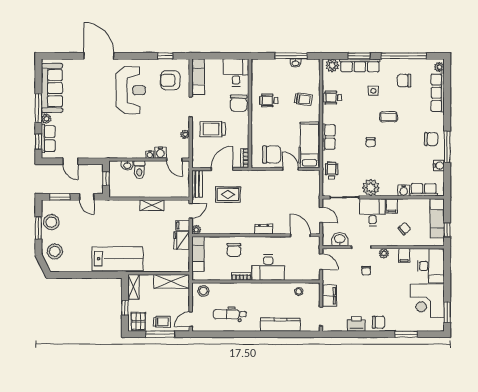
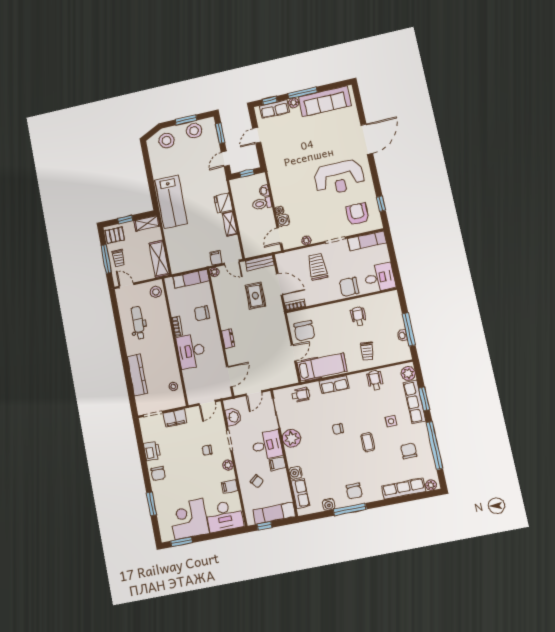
fridge: (182, 241) -> (223, 203), moved, turned -90

